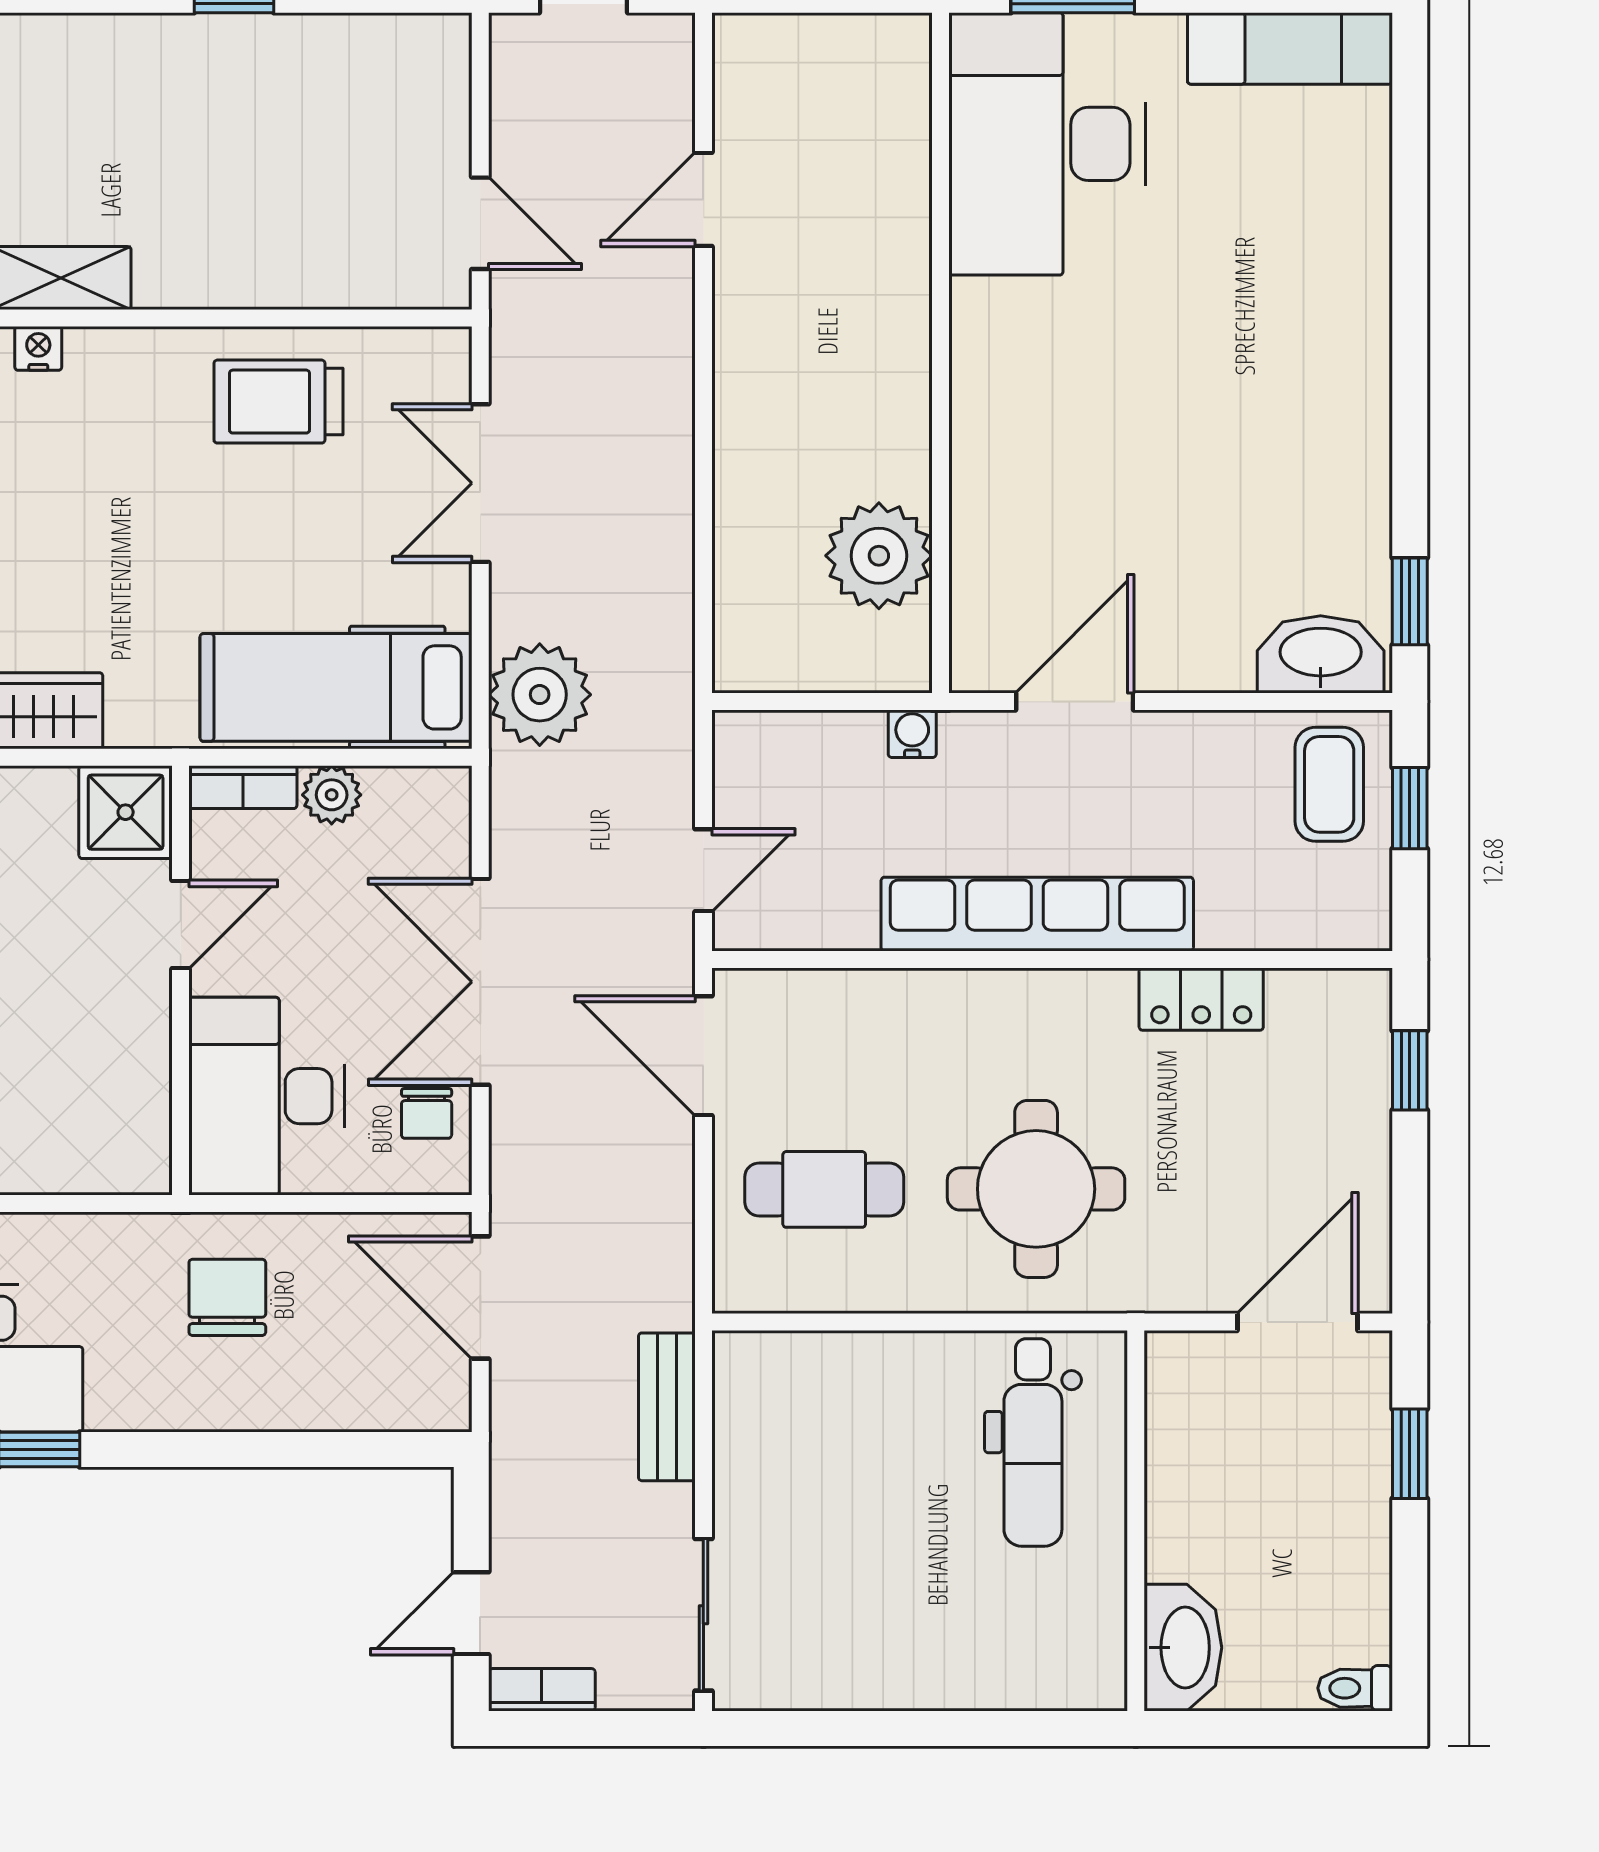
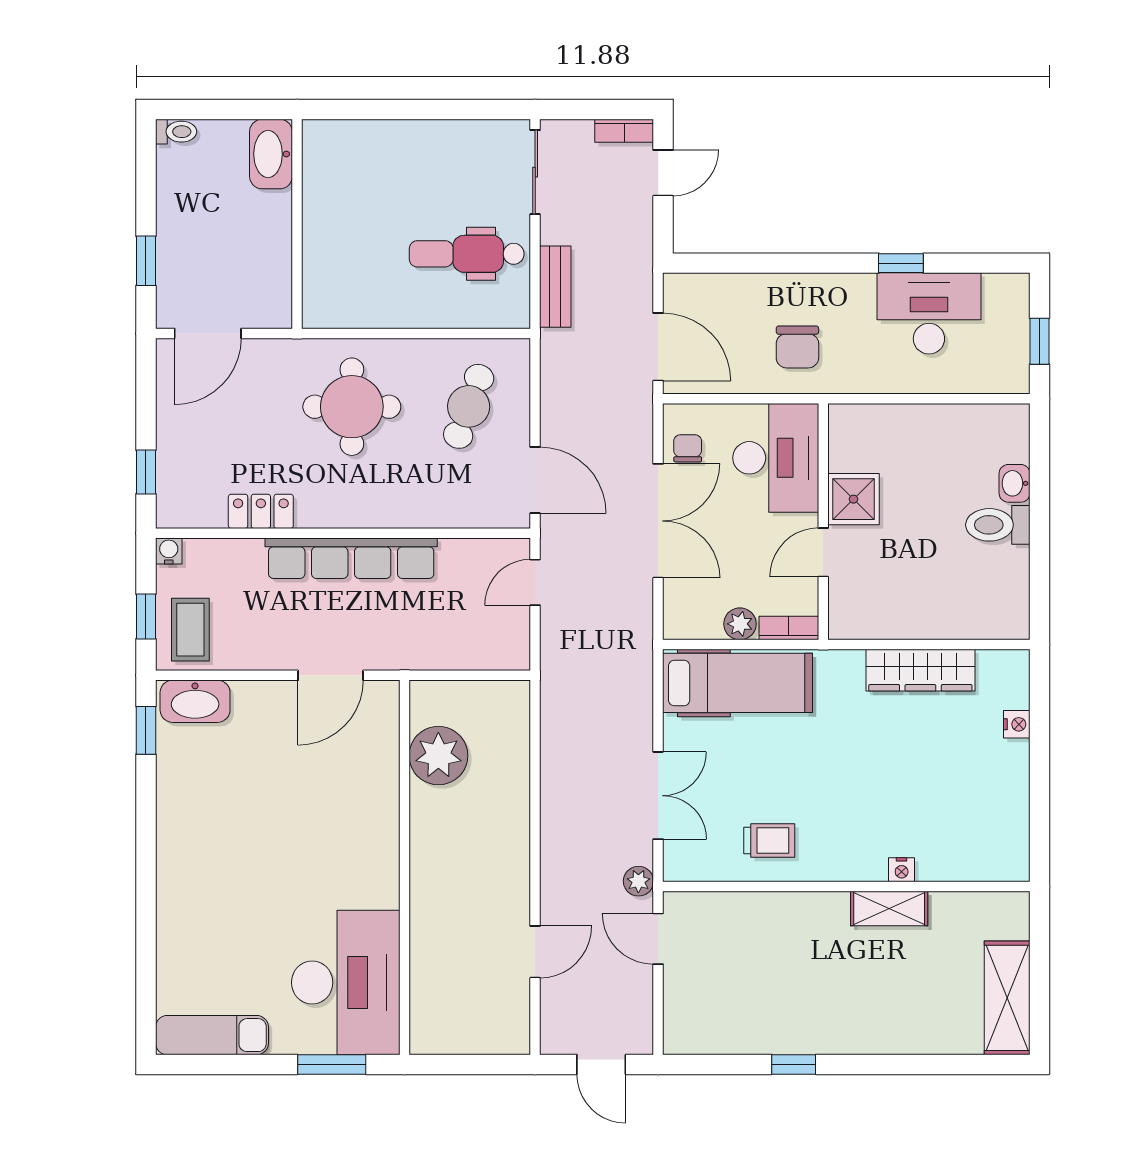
trolley: (279, 402) -> (769, 841), width x0.73, depth x0.72
plant: (540, 695) -> (638, 881), moved, width x0.53, depth x0.53
water cooler: (912, 734) -> (169, 551), moved, turned 180
shower: (126, 812) -> (854, 499), moved
cafe table: (824, 1189) -> (469, 406), turned -70
dental chair: (1033, 1442) -> (467, 254), moved, turned -90

